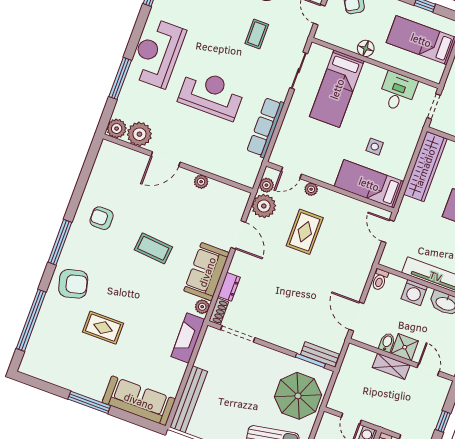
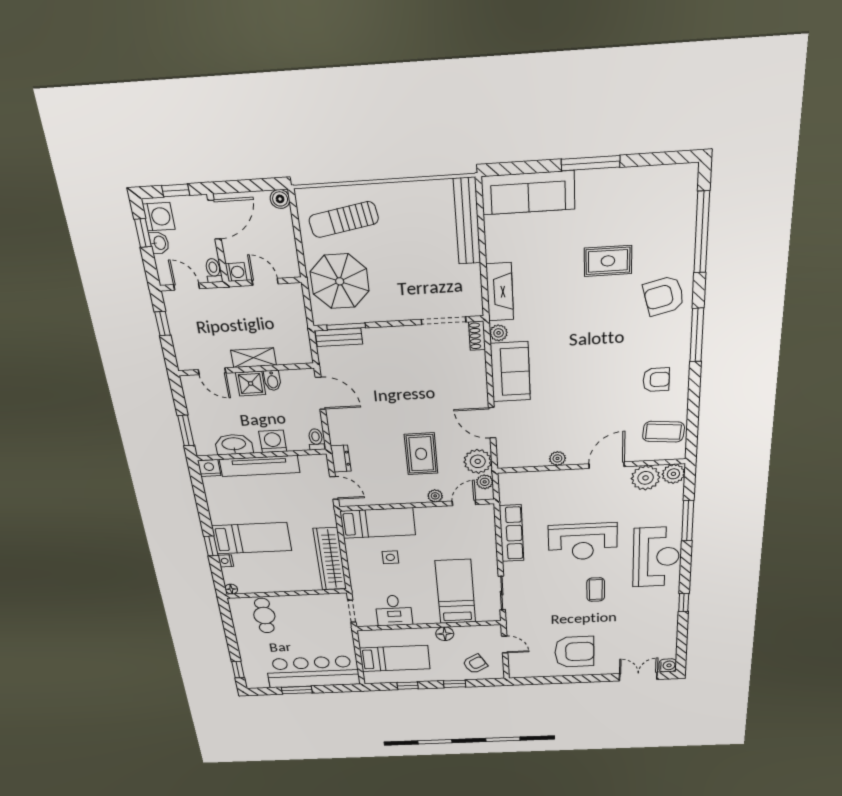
coffee table: (257, 34) -> (596, 590), moved
coffee table: (153, 248) -> (663, 432), moved
dresser: (229, 287) -> (341, 459), moved, turned 180

